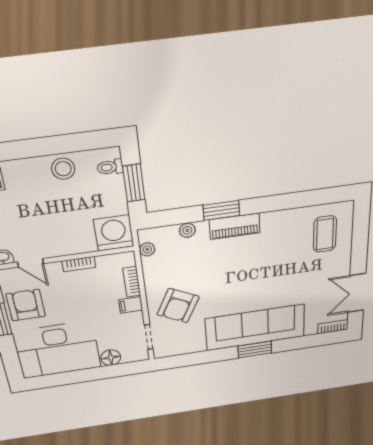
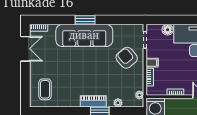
armchair: (178, 306) -> (127, 58), turned -67

